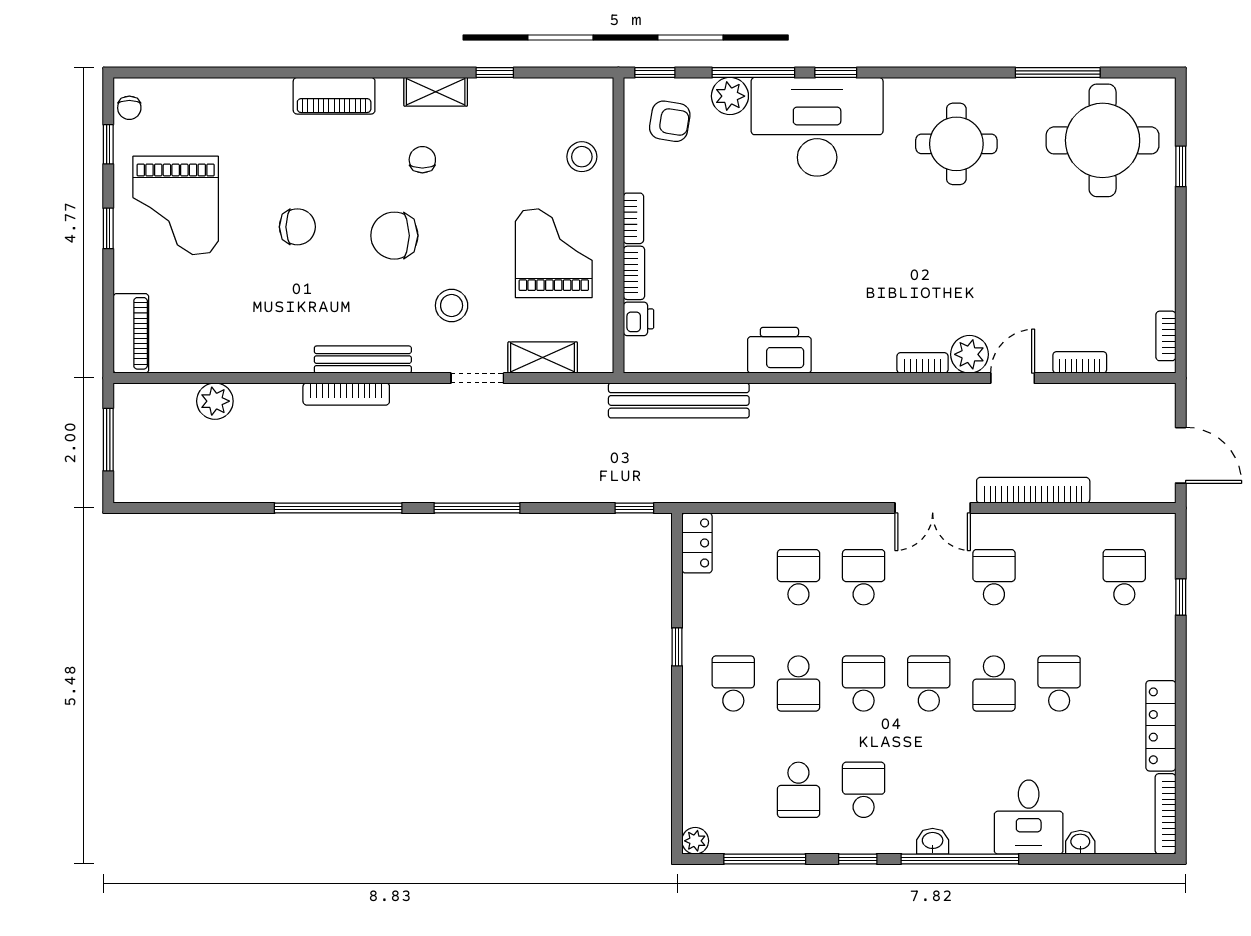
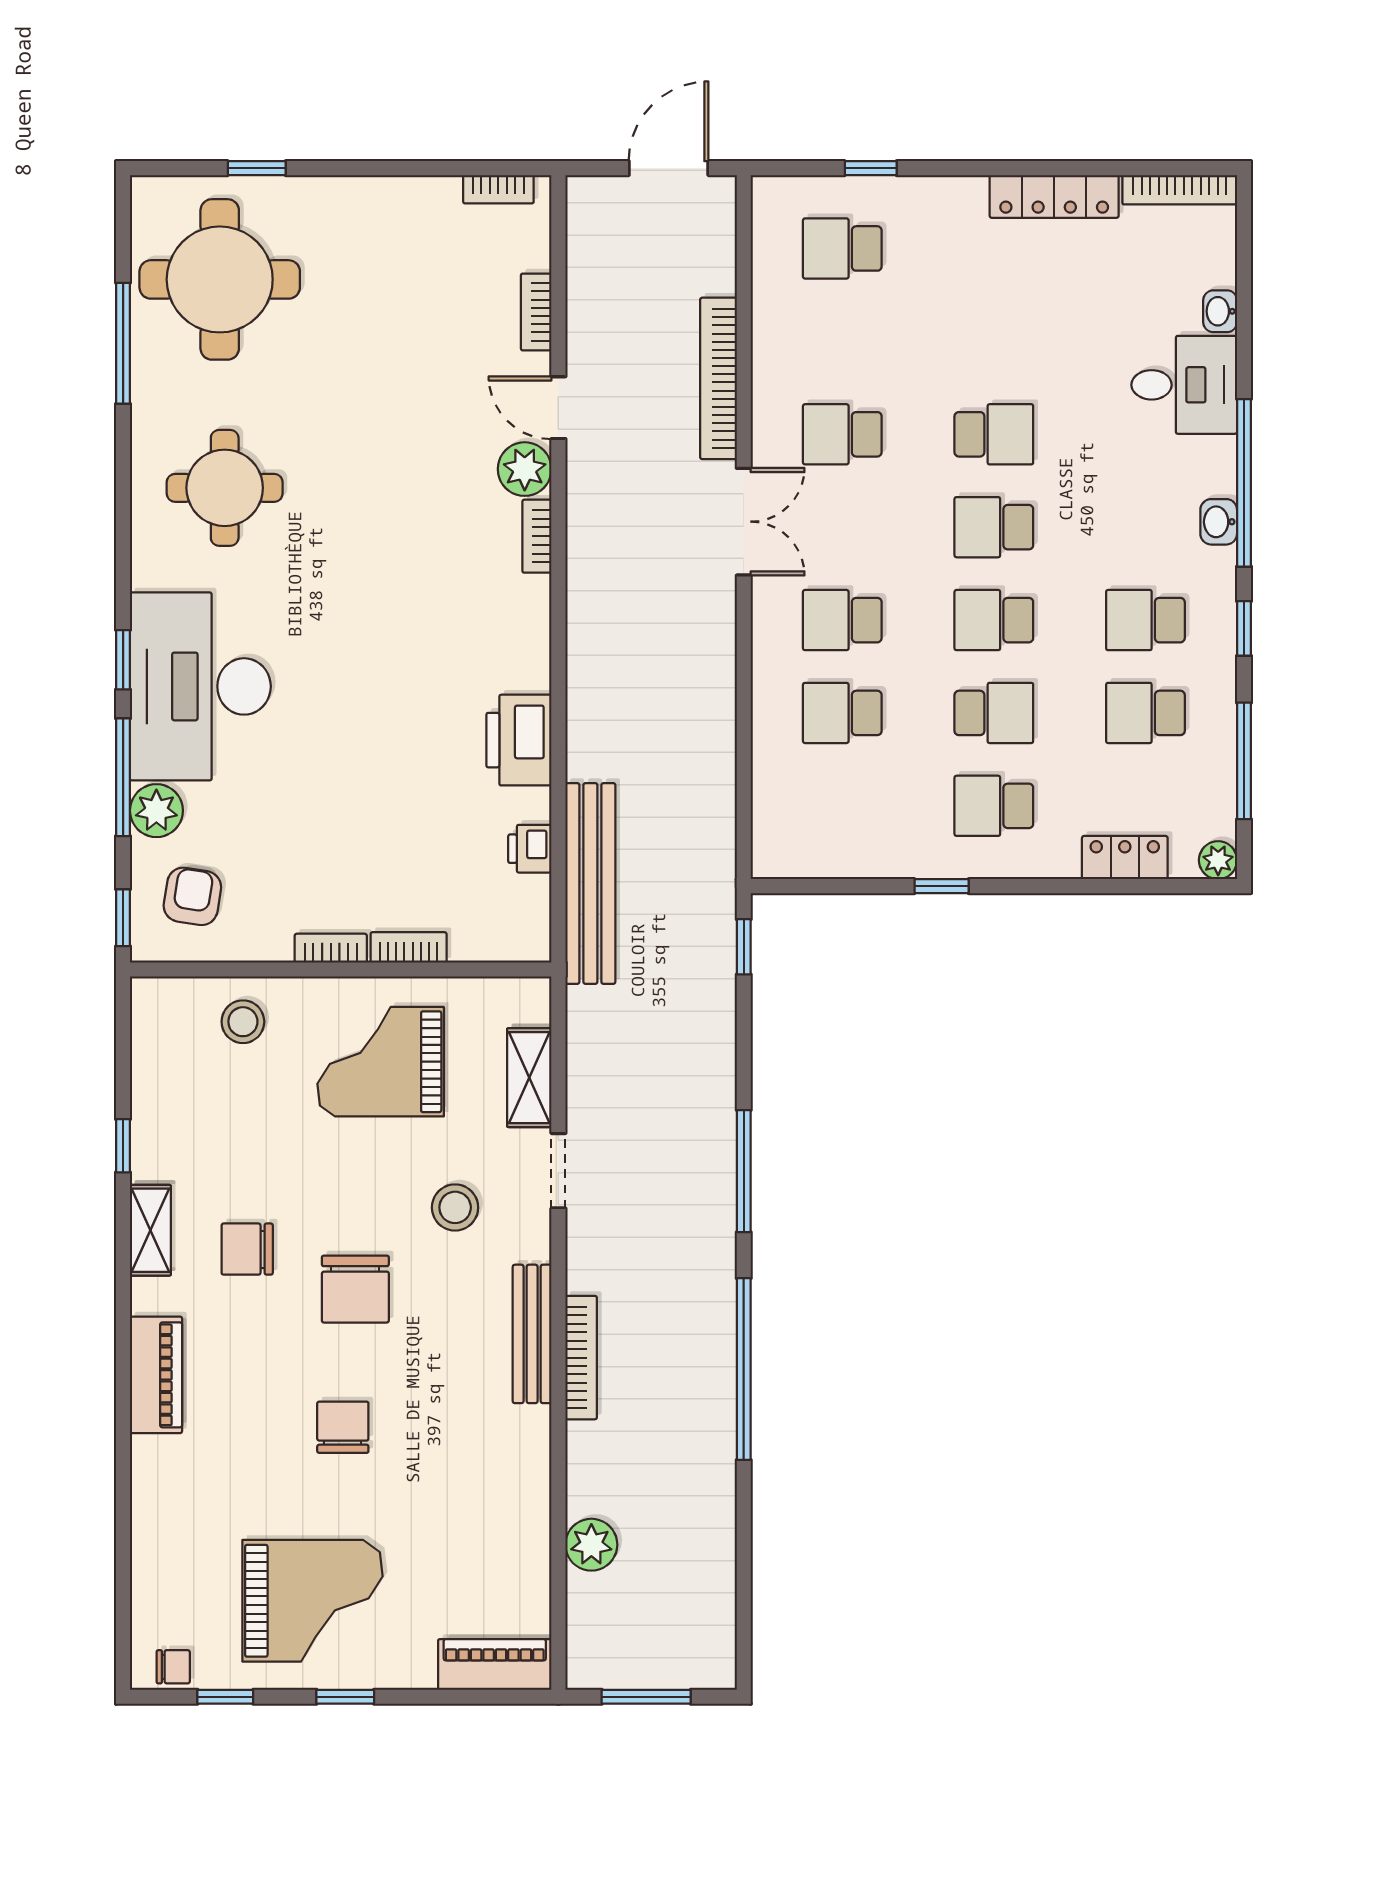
chair: (422, 160) -> (247, 1249), width x1.37, depth x1.37
printer: (639, 319) -> (530, 849), moved, turned -90
locker: (697, 543) -> (1125, 858), moved
school desk: (1059, 684) -> (994, 341), removed
school desk: (798, 790) -> (1145, 713), turned 180

